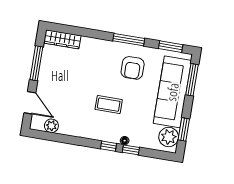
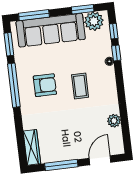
window: (129, 40) -> (14, 85), width x1.46
armchair: (133, 68) -> (45, 85), moved
plant: (51, 126) -> (114, 121), moved
window: (108, 146) -> (114, 31), moved

